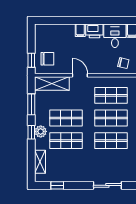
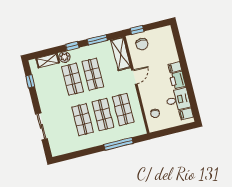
plant: (41, 131) -> (64, 57), moved

